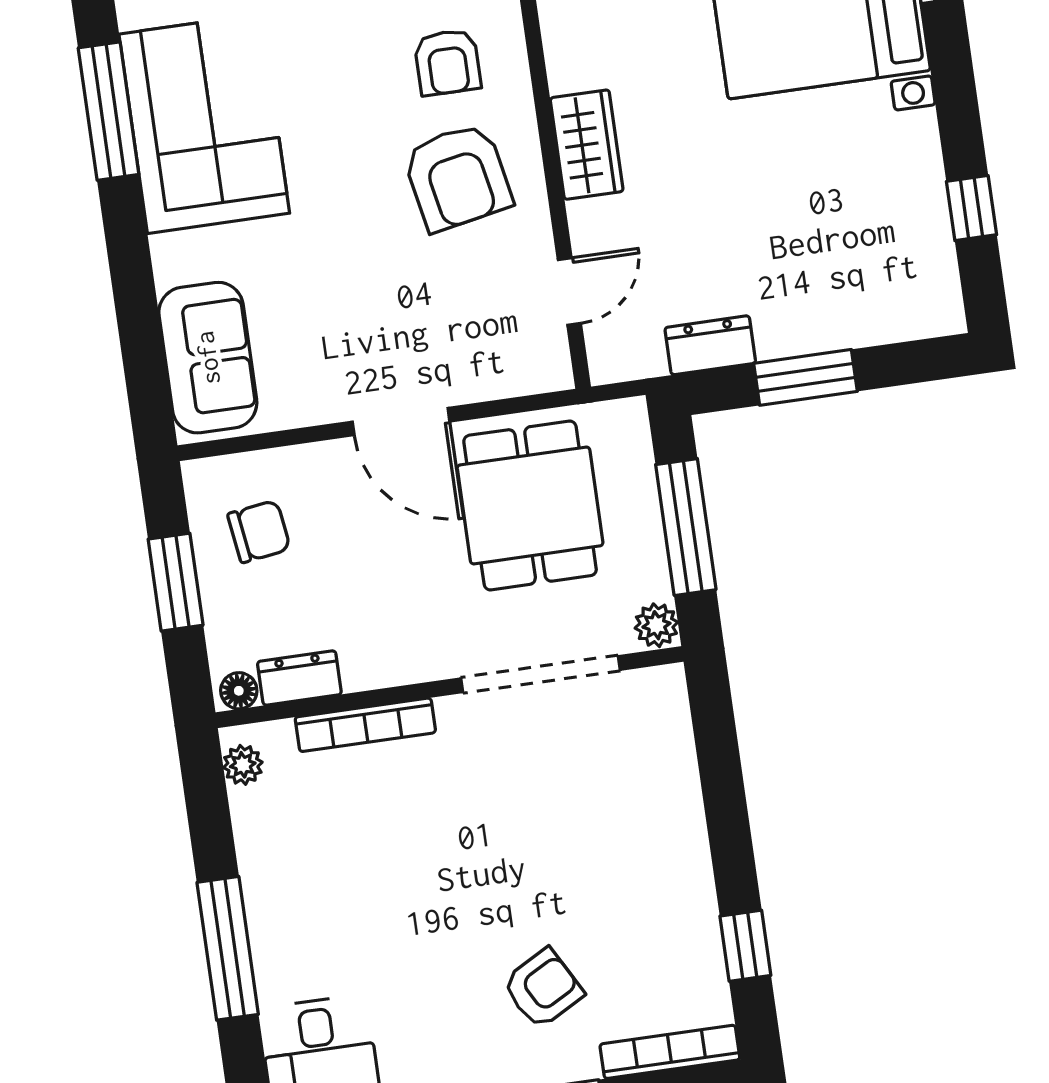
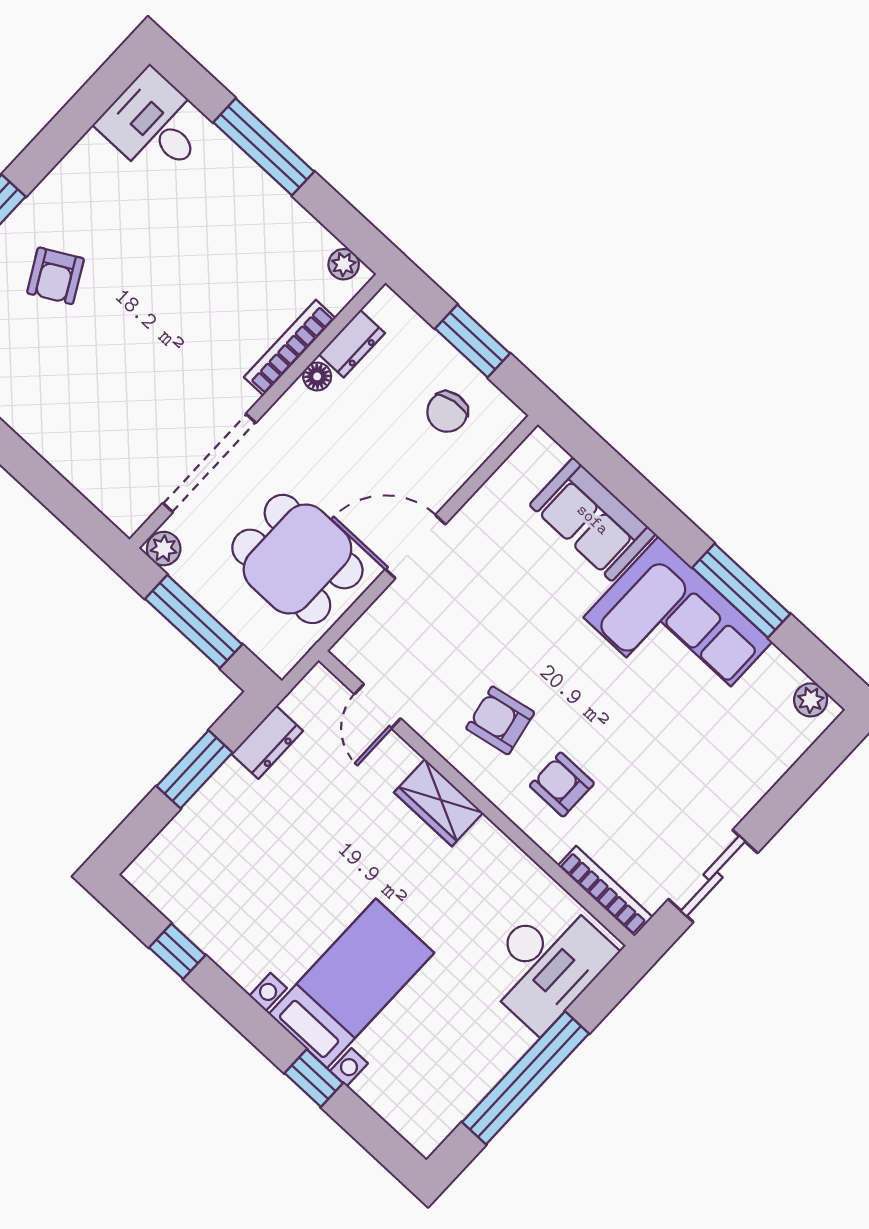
armchair: (457, 177) -> (500, 720), width x0.72, depth x0.72
sofa: (208, 358) -> (593, 519), moved
floor lamp: (239, 691) -> (317, 376), moved

